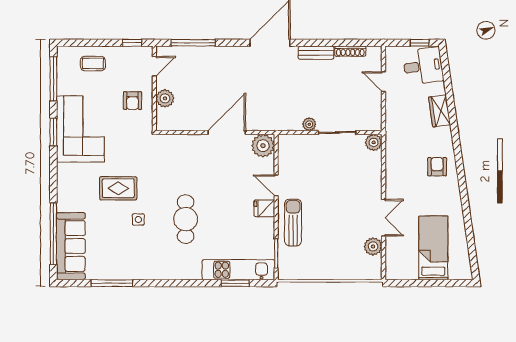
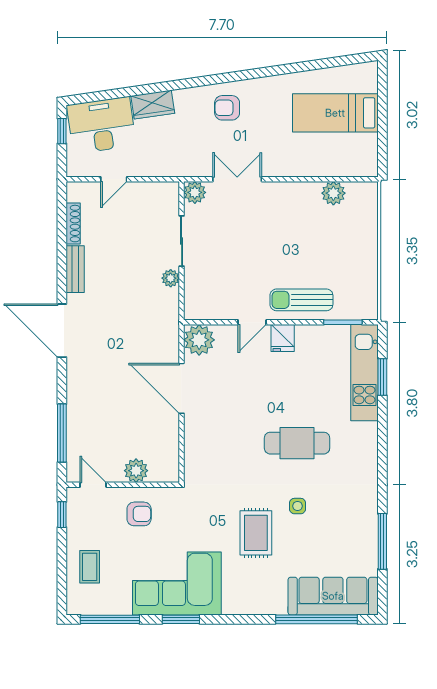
desk: (423, 66) -> (101, 125), width x1.37
double door: (384, 218) -> (237, 179), moved

